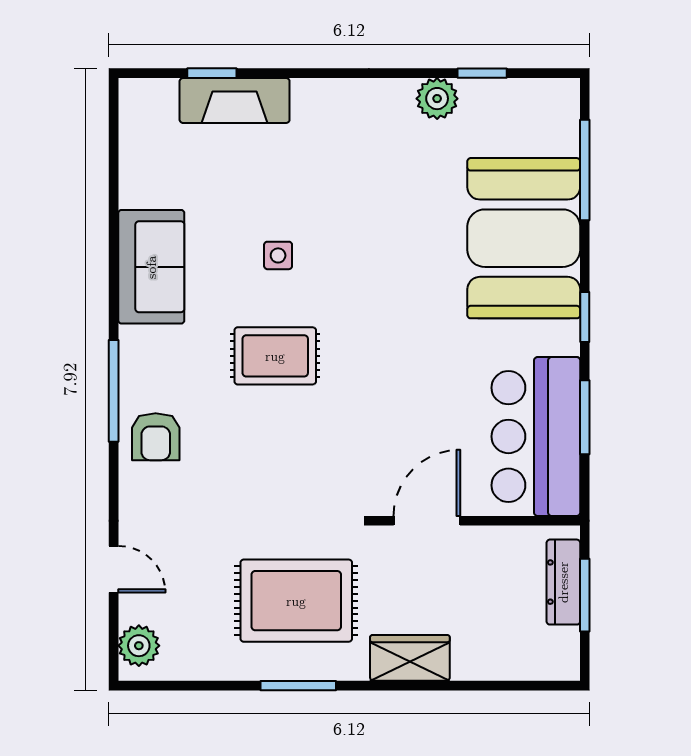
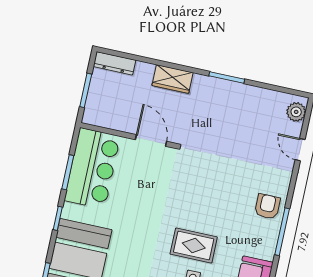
rug: (275, 356) -> (194, 246), moved
door: (427, 521) -> (151, 140), swing flipped
dresser: (563, 582) -> (114, 63), moved, turned 90
rug: (296, 601) -> (219, 117), removed

